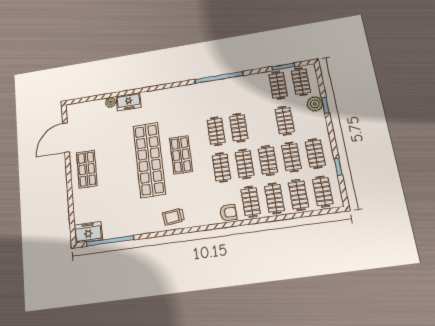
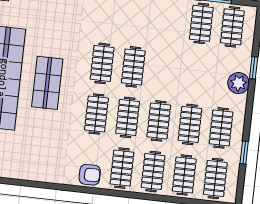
plant: (315, 104) -> (238, 83), moved
clothes rail: (285, 121) -> (196, 74), removed
trolley: (173, 217) -> (18, 162), removed

